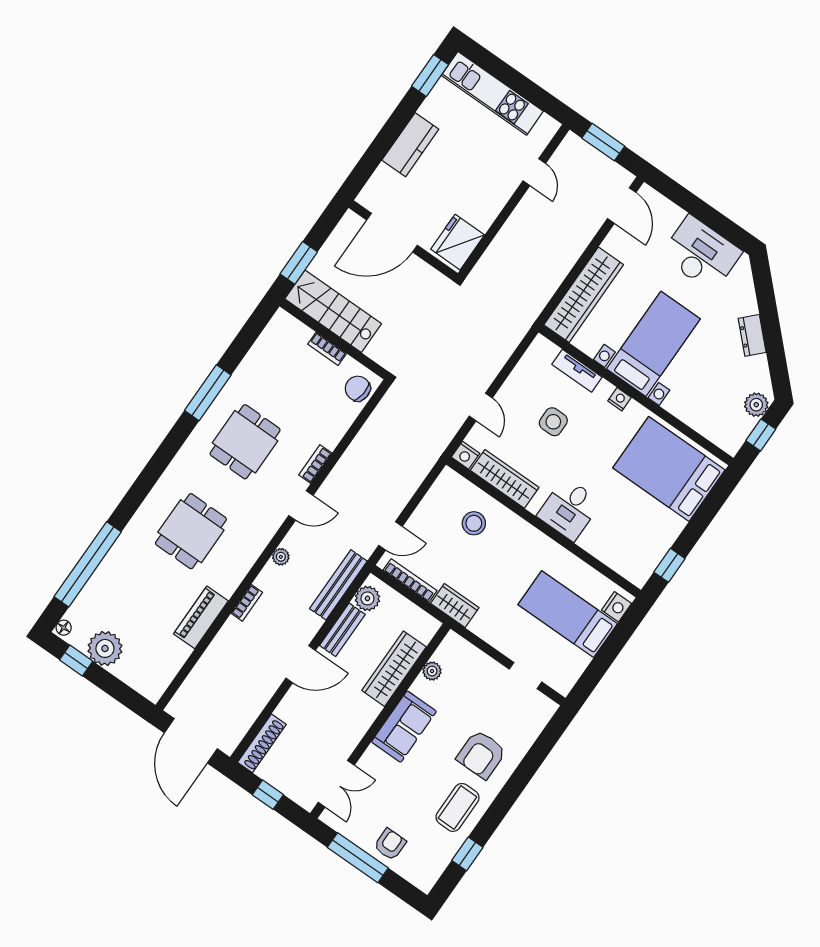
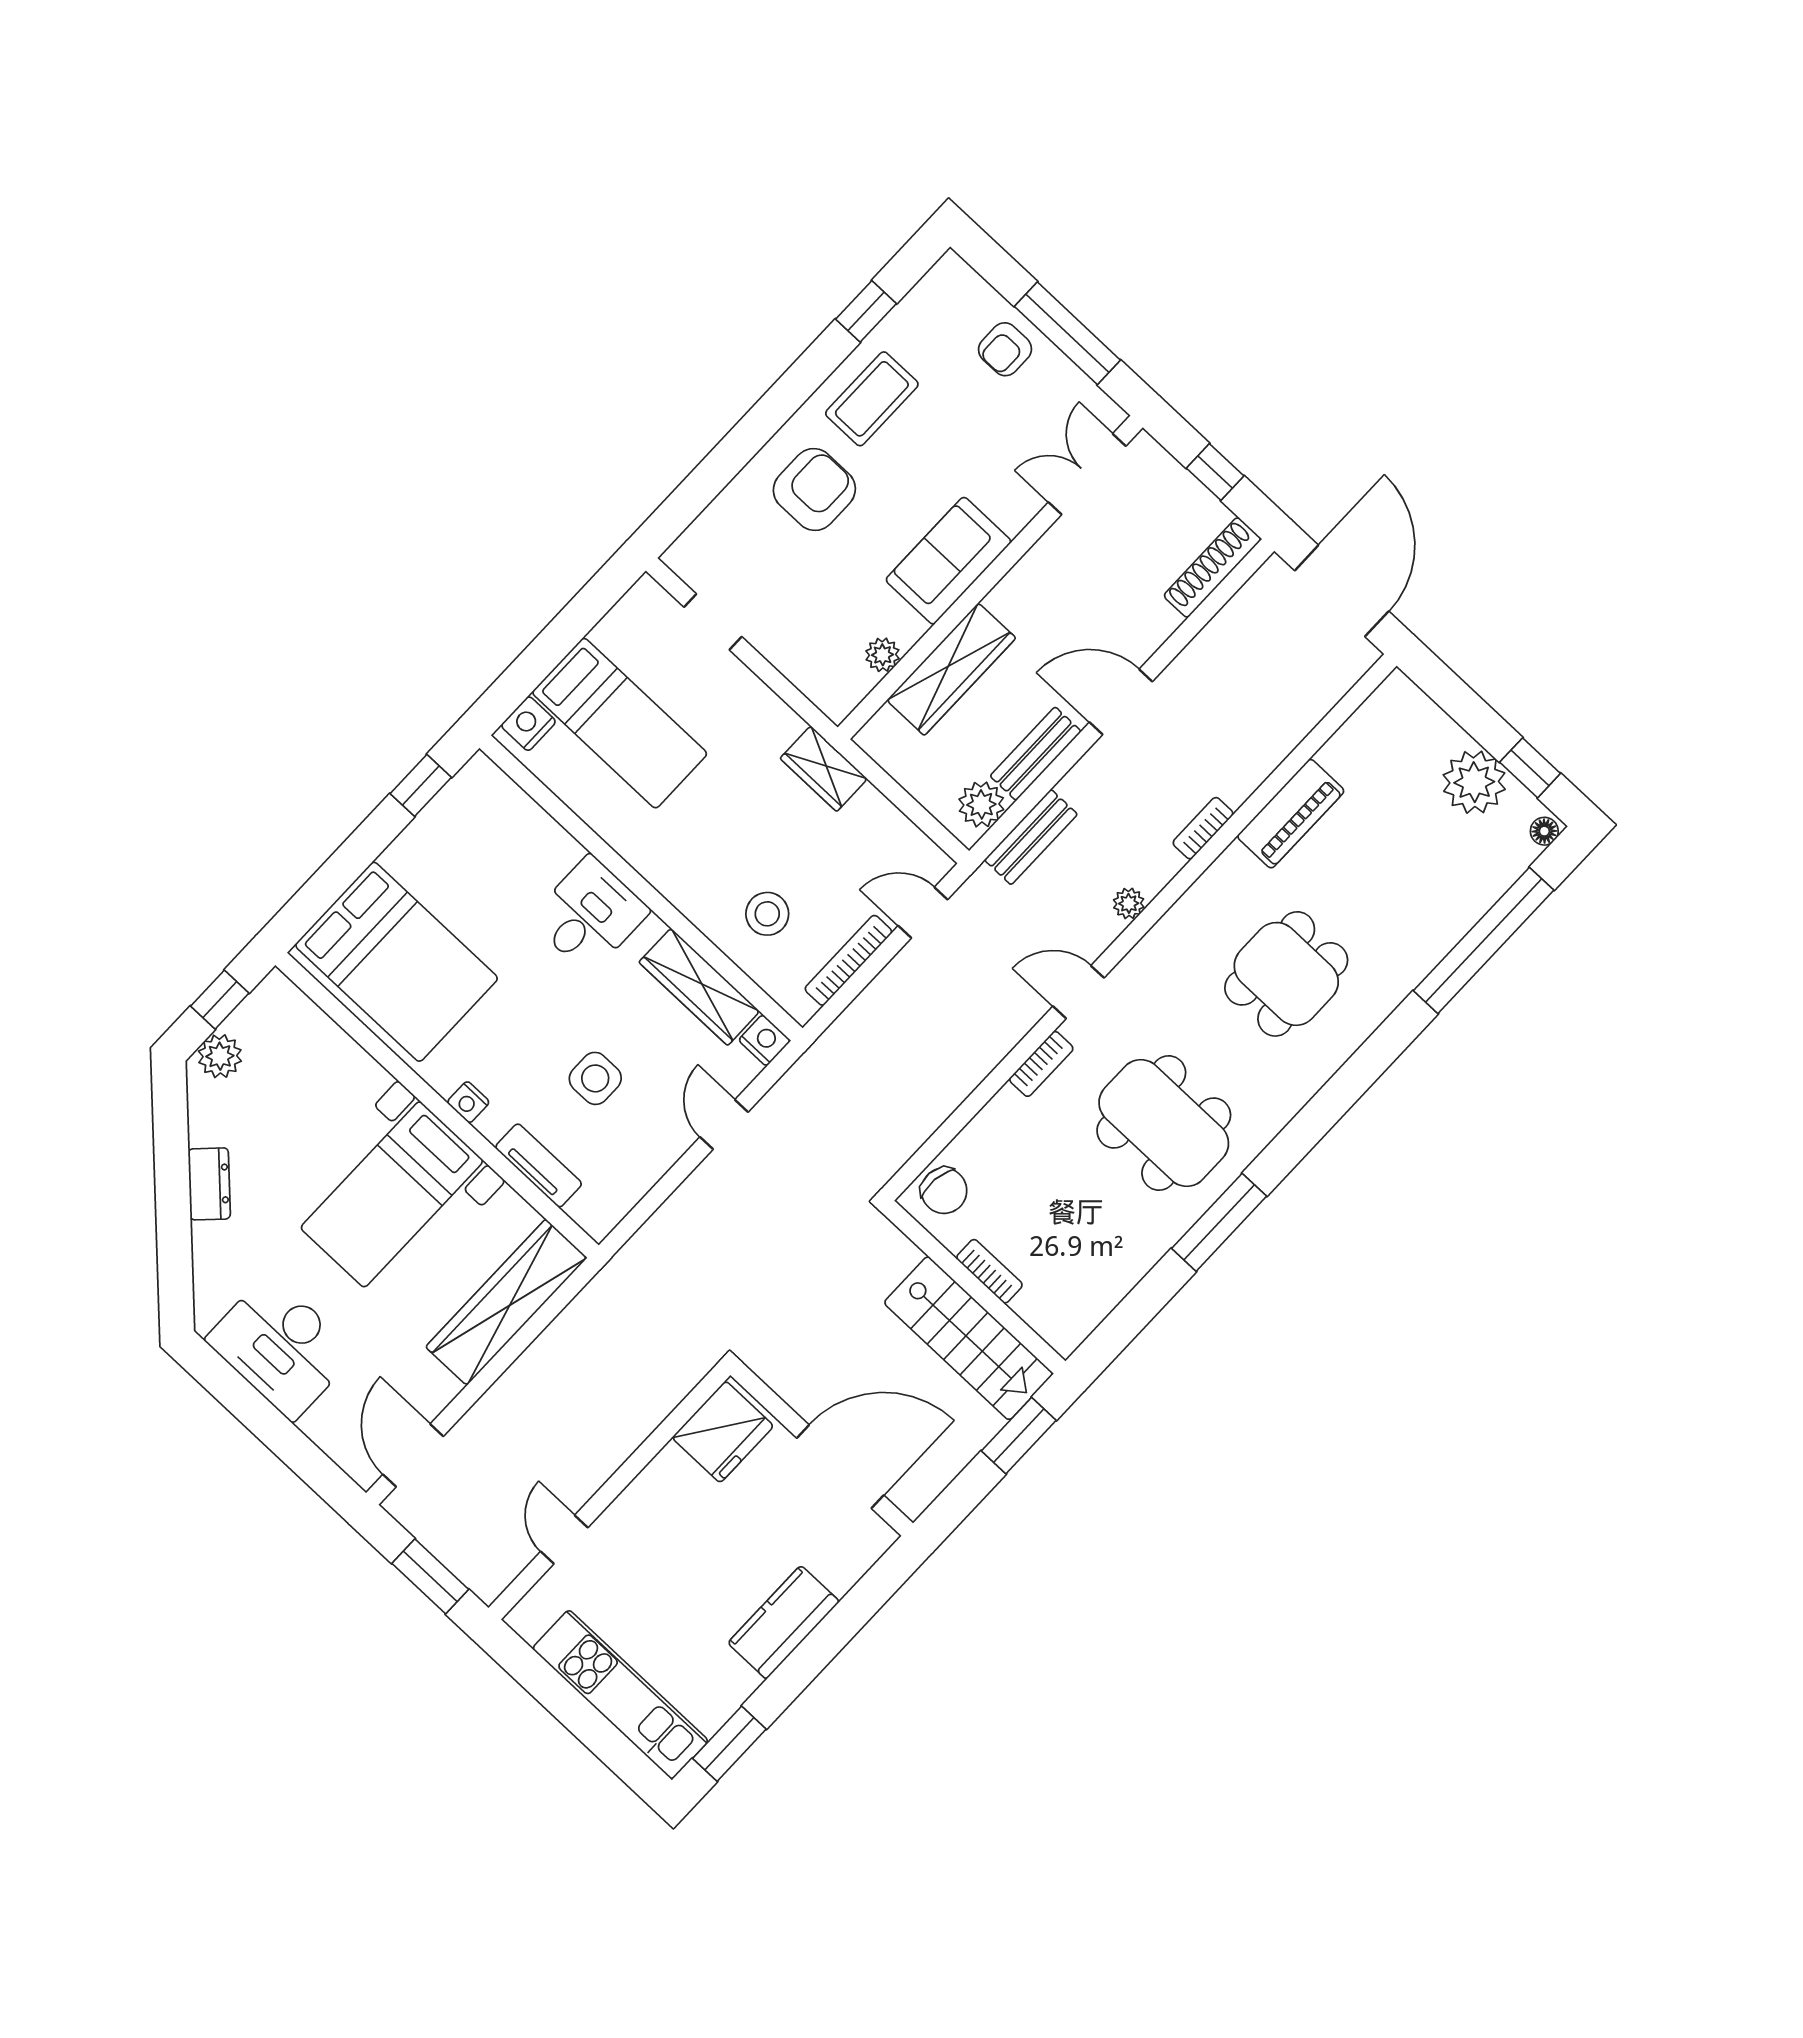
dining table: (245, 442) -> (1164, 1123), width x1.38
bookcase: (410, 580) -> (848, 960), moved, turned 90
bench: (338, 585) -> (1031, 837), width x0.73

